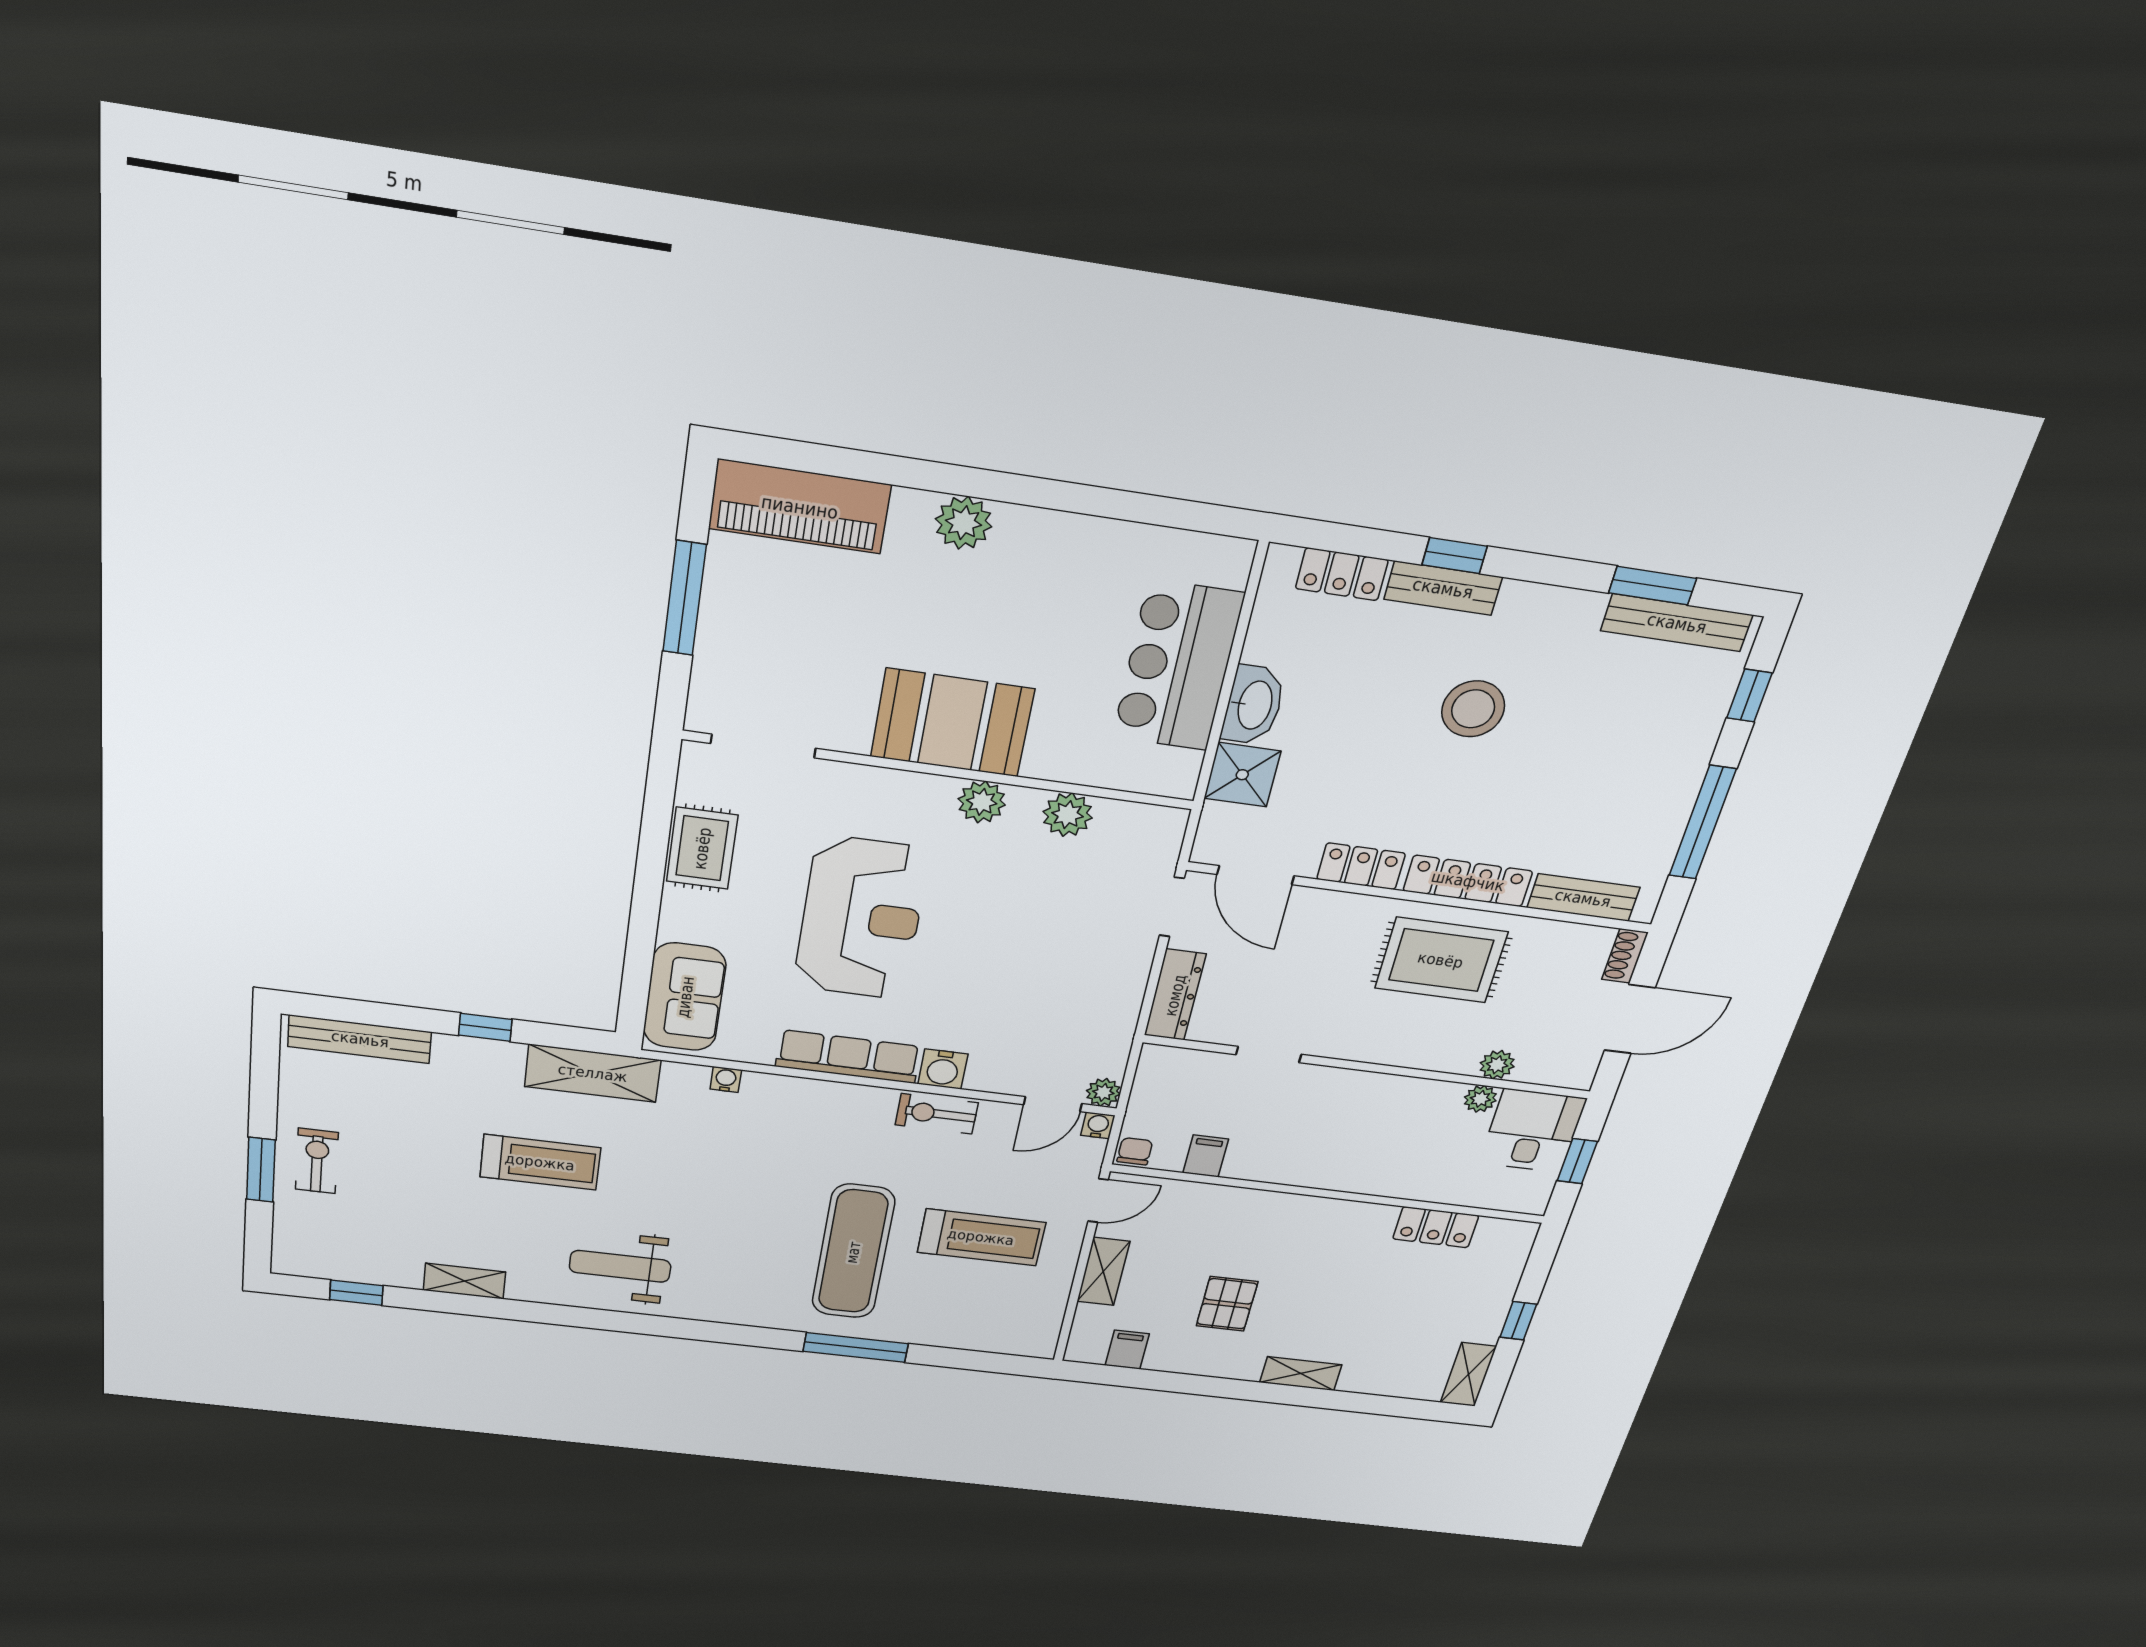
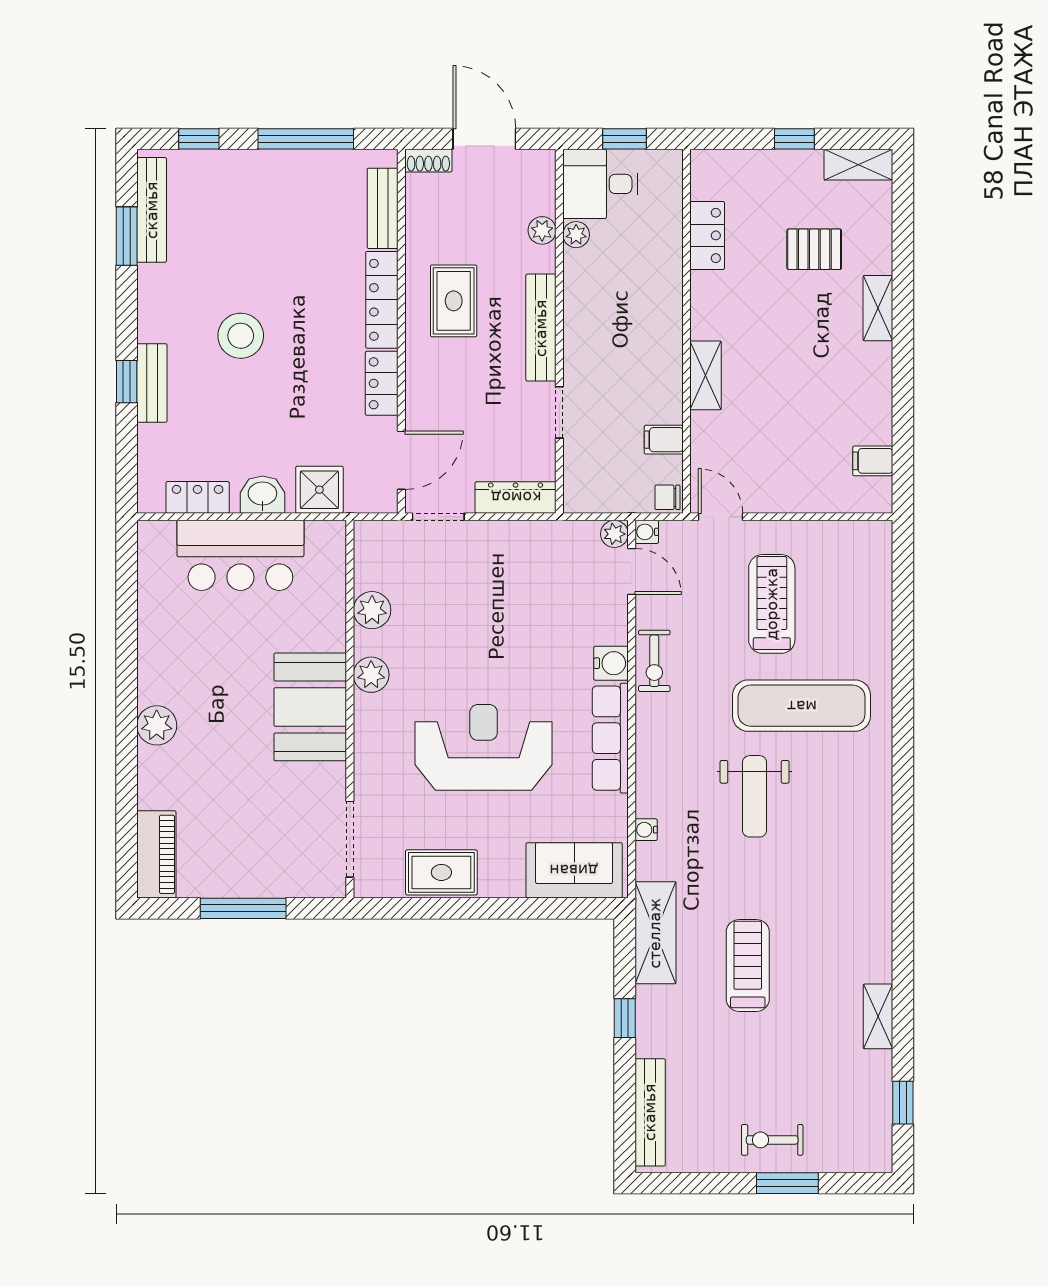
piano: (800, 507) -> (156, 854), width x0.73, depth x0.75
locker: (1342, 574) -> (198, 497), moved, turned -90
washbasin: (1253, 705) -> (262, 495), width x0.72
rug: (1441, 960) -> (454, 301), width x0.73, depth x0.70
bench: (1379, 1049) -> (541, 328), added
weight bench: (620, 1266) -> (755, 796), moved
shelving: (1103, 1271) -> (705, 375), moved, turned 90
pallet: (1227, 1304) -> (814, 249), moved
window: (856, 1347) -> (903, 688), removed

